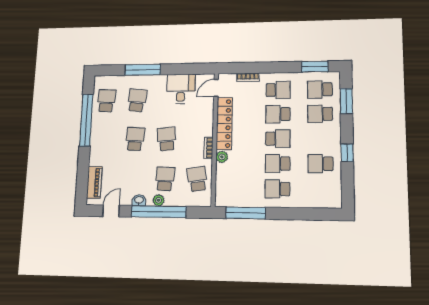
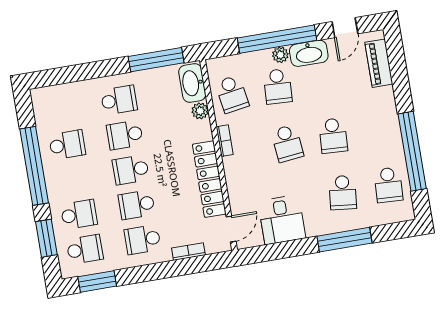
school desk: (278, 114) -> (137, 205), turned 180
window: (347, 153) -> (34, 166), width x3.17
plant: (222, 157) -> (200, 111), moved
school desk: (278, 164) -> (125, 135), turned 180
washbasin: (223, 192) -> (192, 83), added
washbasin: (139, 200) -> (309, 53), width x1.91, depth x1.45

